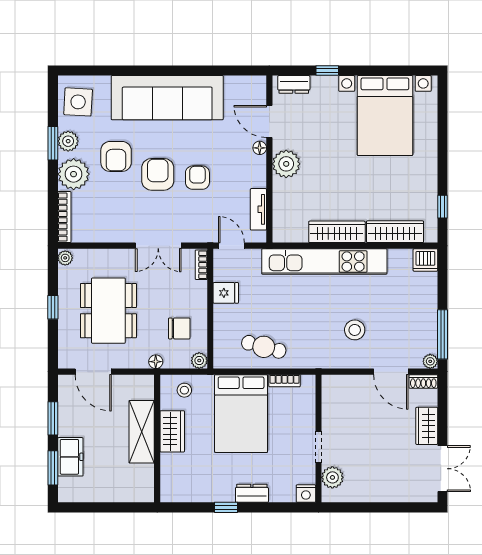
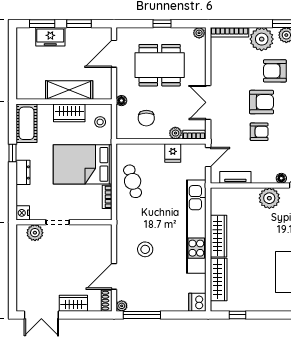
cafe table: (264, 347) -> (133, 181), turned -31
plant: (199, 361) -> (175, 133), moved
cot: (186, 489) -> (27, 123), added

